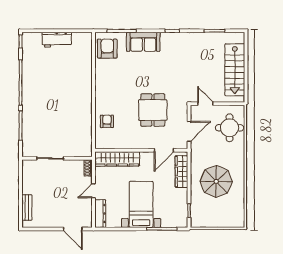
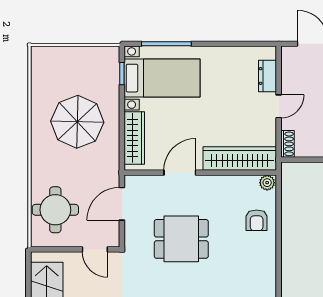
dining table: (153, 110) -> (181, 239), turned 90
plant: (101, 144) -> (267, 183), added
door: (164, 150) -> (180, 173), moved
bed with nightstands: (141, 204) -> (162, 78), moved, turned -90
dresser: (100, 214) -> (268, 76), width x0.70

